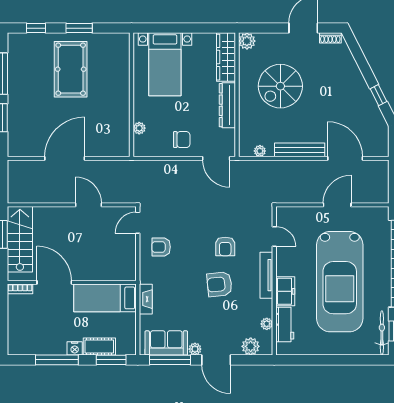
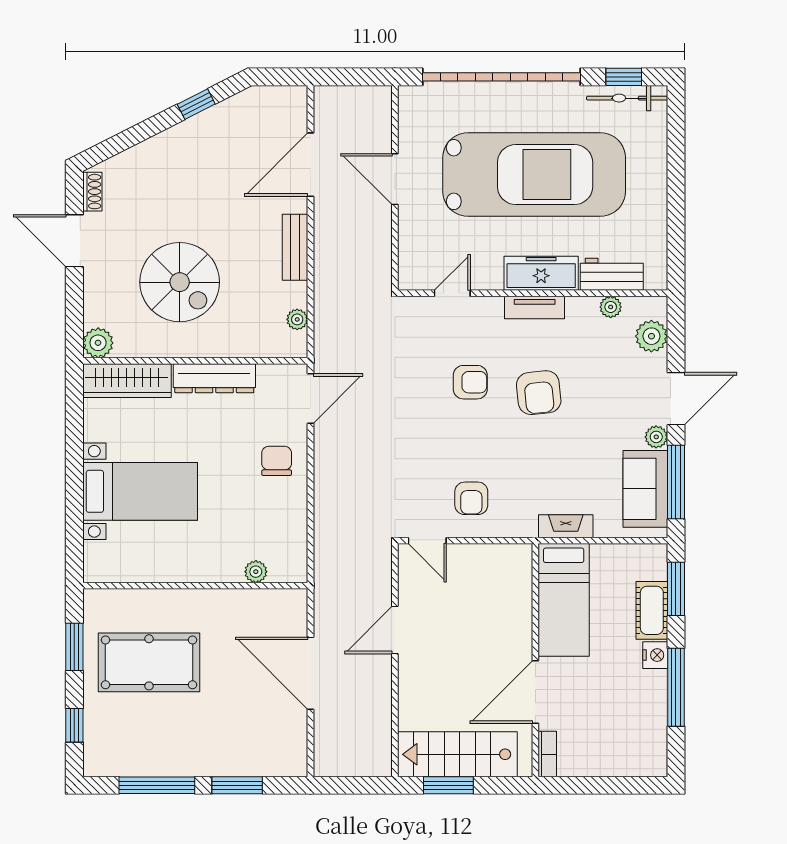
wall: (132, 95) -> (195, 586), moved
plant: (139, 128) -> (256, 572), moved
bench: (300, 150) -> (295, 247), width x0.73
tv unit: (266, 275) -> (535, 307), width x0.71
freezer: (285, 291) -> (541, 273), width x1.40

